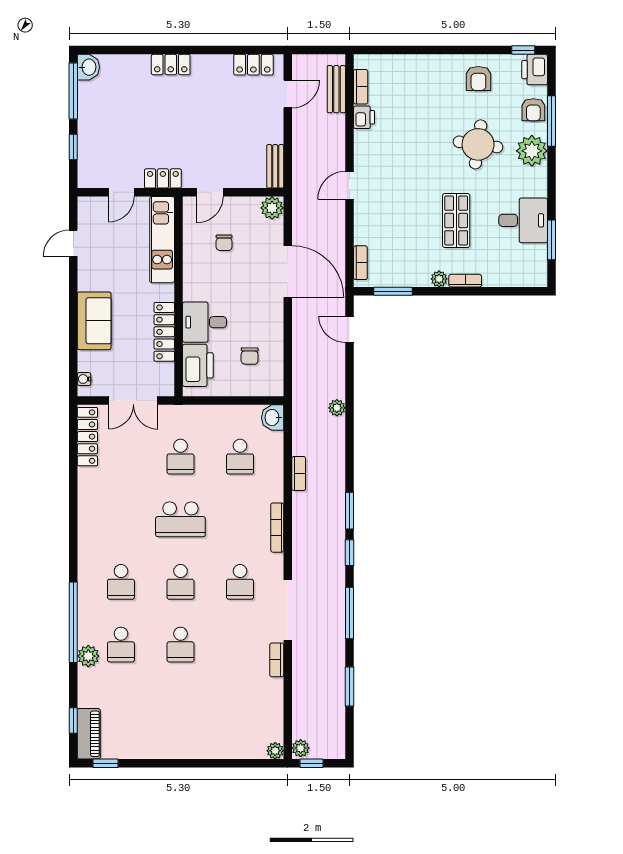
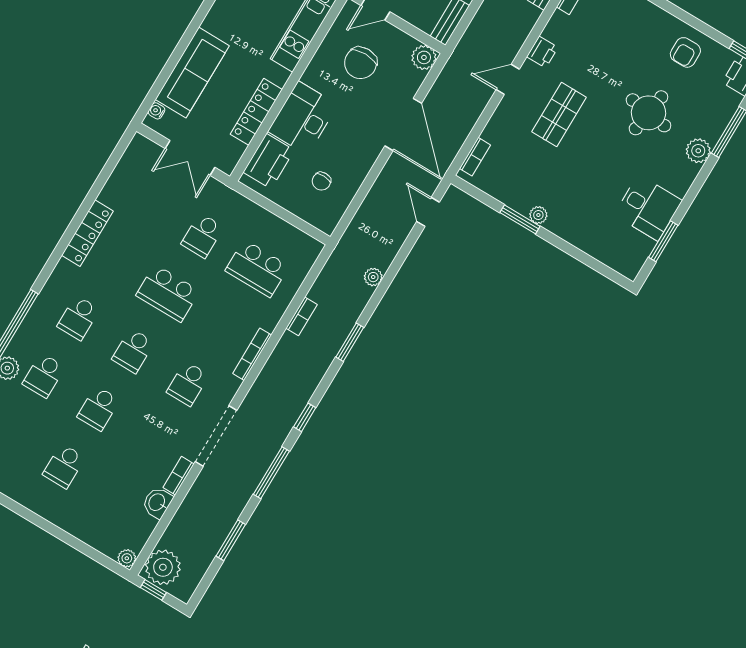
armchair: (533, 110) -> (719, 112), removed
printer: (364, 117) -> (542, 52), moved
plant: (532, 151) -> (698, 151), width x0.73, depth x0.73
shop shelf: (456, 220) -> (559, 115), moved
chair: (224, 243) -> (361, 63), width x1.87, depth x1.87
bookcase: (465, 281) -> (561, 231), removed
window: (393, 291) -> (520, 219), moved
sofa: (94, 321) -> (192, 73), width x1.36
desk: (204, 322) -> (303, 118), width x1.37
washbasin: (273, 418) -> (157, 503), moved
locker: (87, 437) -> (87, 233), moved
school desk: (240, 457) -> (257, 268), width x1.85
window: (349, 511) -> (350, 342), moved
school desk: (180, 707) -> (64, 466), added
plant: (301, 748) -> (163, 567), width x1.88, depth x1.88

